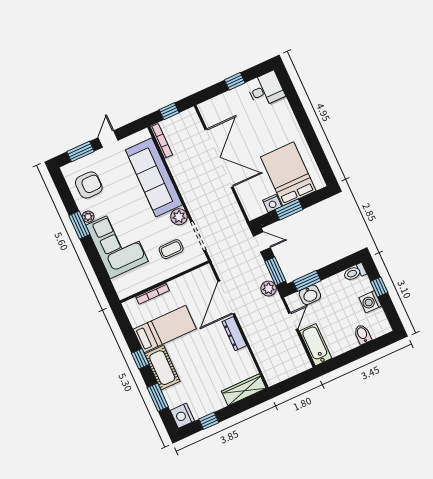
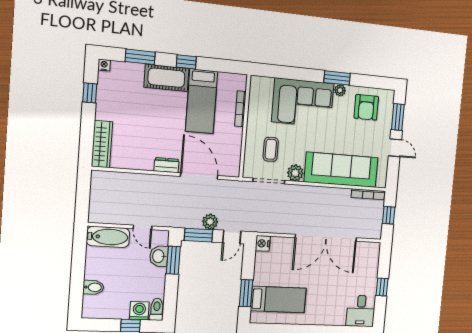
bed: (288, 174) -> (278, 299), width x0.67
nightstand: (272, 203) -> (263, 243), moved
window: (289, 209) -> (246, 293), moved
plant: (269, 289) -> (210, 222), moved
washing machine: (370, 302) -> (139, 311), moved
dresser: (234, 334) -> (166, 165), width x0.70
nightstand: (182, 416) -> (104, 65), width x0.53, depth x0.56

